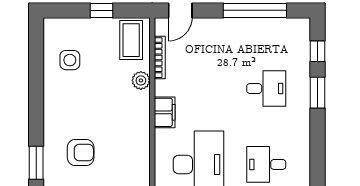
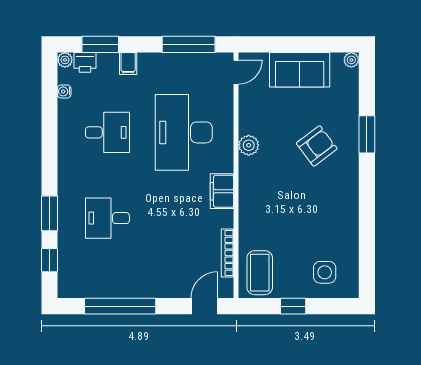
side table: (70, 60) -> (325, 272), moved
plant: (141, 80) -> (249, 145), moved
armchair: (81, 152) -> (317, 146), turned 143

